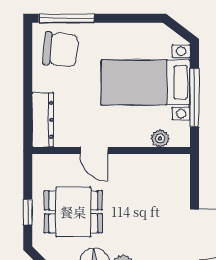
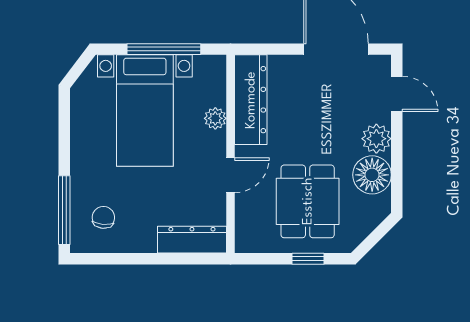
chair: (61, 49) -> (103, 217), width x0.54, depth x0.54
plant: (160, 138) -> (215, 118), moved
dresser: (154, 167) -> (251, 100), added

